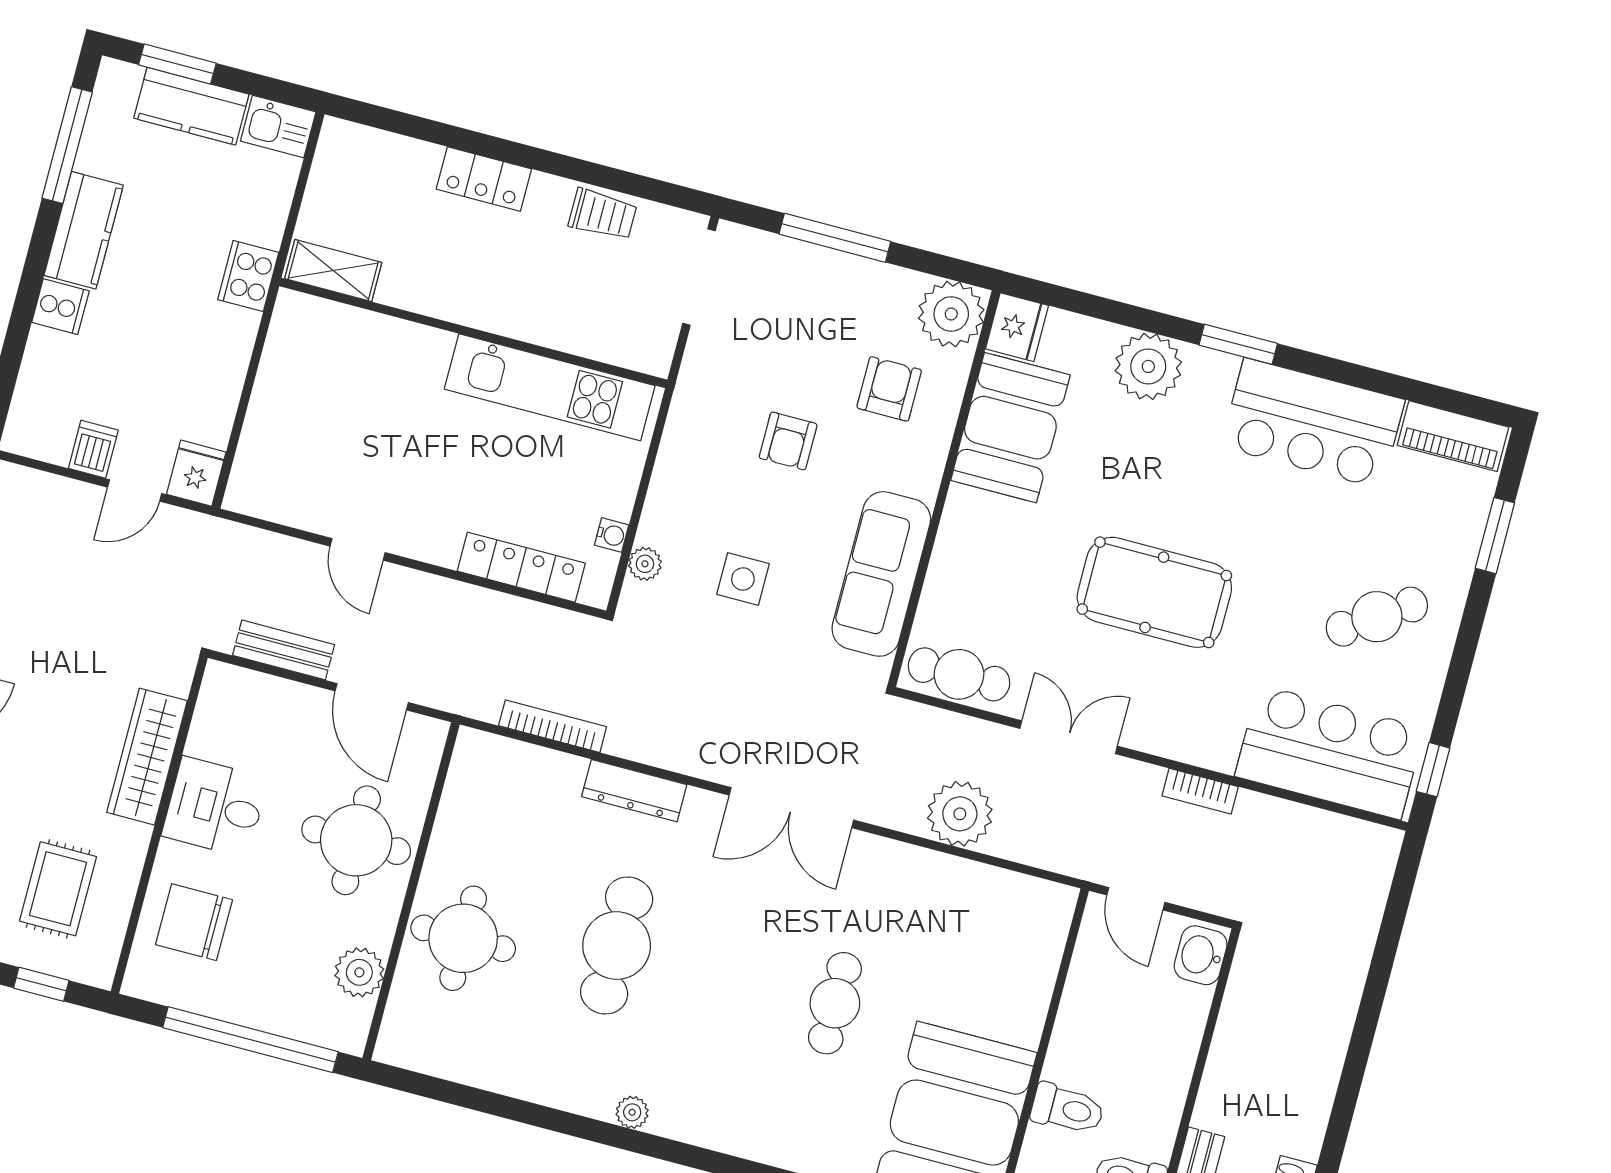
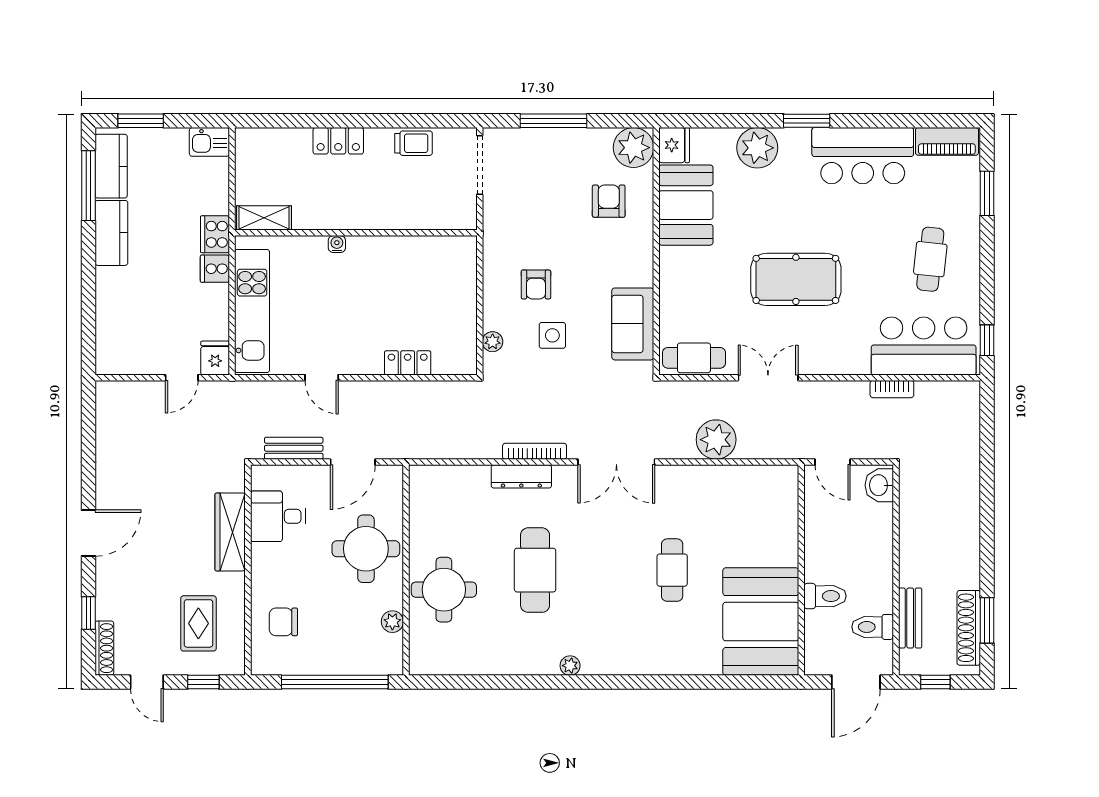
kitchen counter: (191, 106) -> (111, 166), moved, turned -90
cooker: (60, 307) -> (215, 269), moved, turned 180
kitchen unit: (550, 387) -> (252, 311), moved, turned -90
armchair: (788, 441) -> (536, 284), moved
dishwasher: (93, 449) -> (151, 360), removed
water cooler: (612, 535) -> (337, 244), moved, turned -90
locker: (521, 567) -> (408, 363), width x0.66
sofa: (881, 574) -> (633, 324), width x0.73
cafe table: (1377, 617) -> (930, 259), turned -50
door: (372, 697) -> (353, 462), hinge flipped
bookcase: (553, 726) -> (535, 451), moved
bookcase: (1200, 791) -> (892, 389), moved
desk: (215, 807) -> (278, 516), moved
chair: (194, 922) -> (283, 622), width x0.73, depth x0.73
plant: (359, 972) -> (392, 622), width x0.73, depth x0.73

